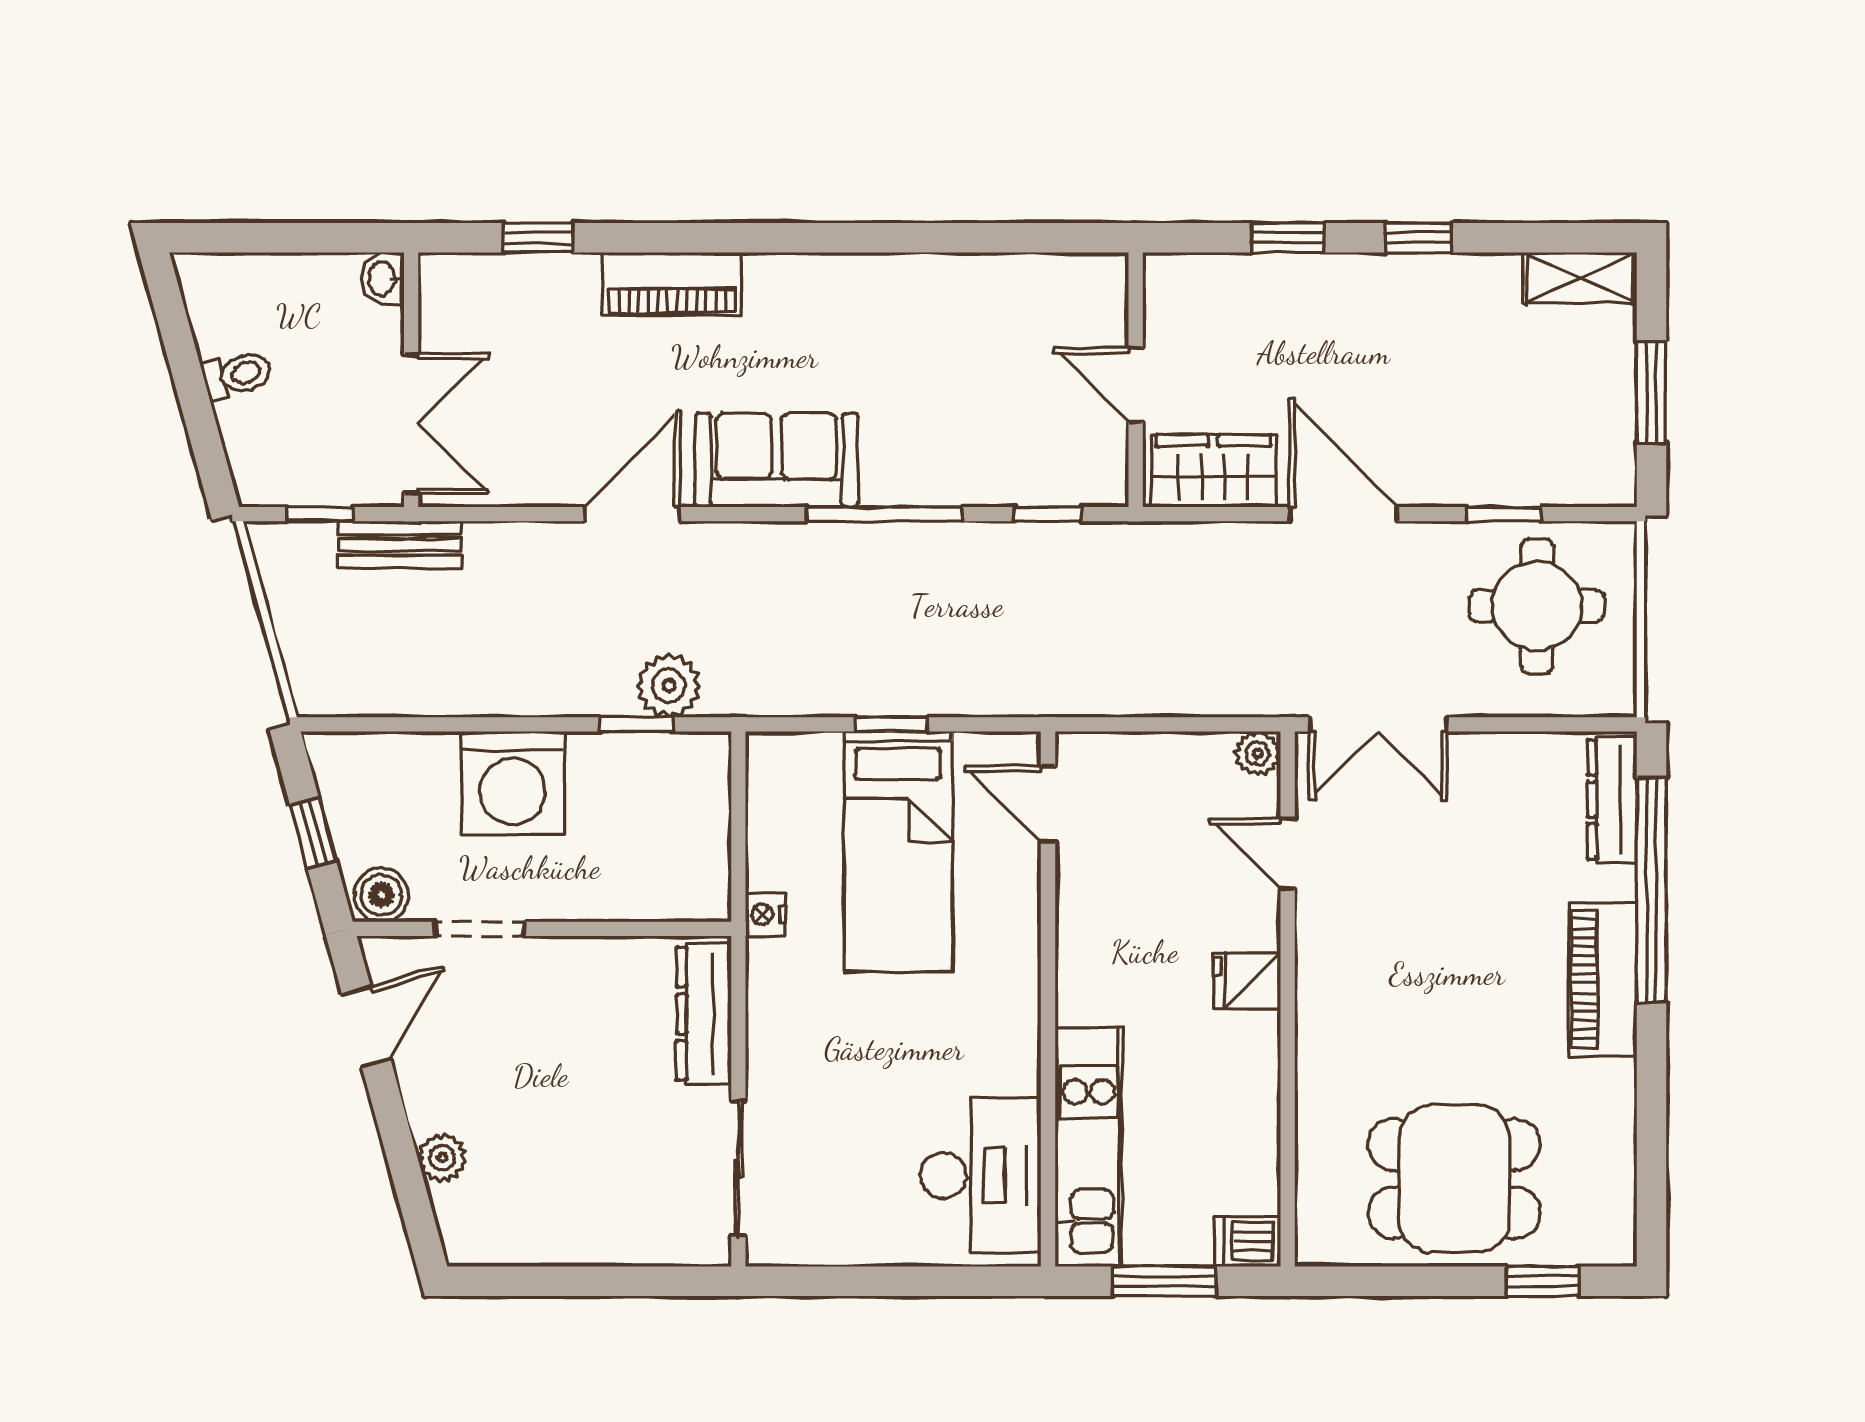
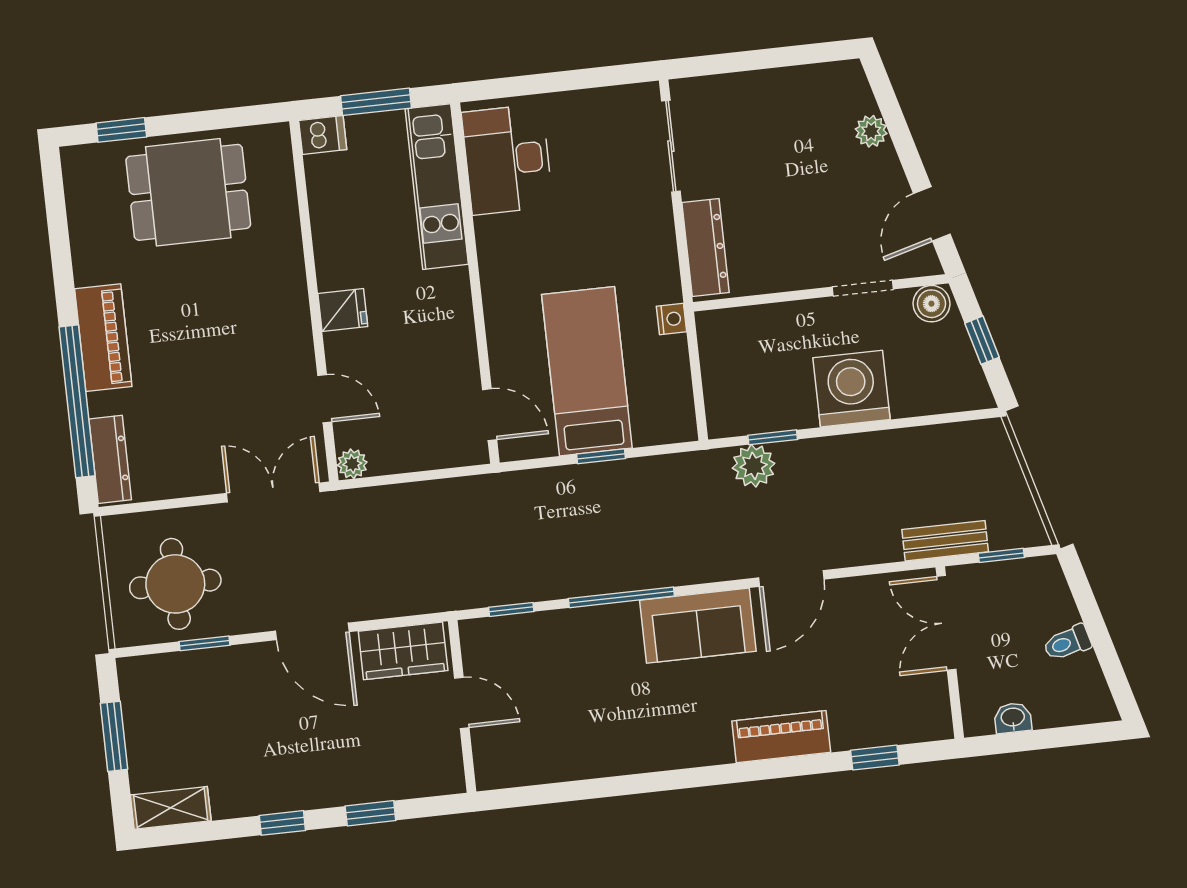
washbasin: (383, 279) -> (1013, 718), moved, turned -90

